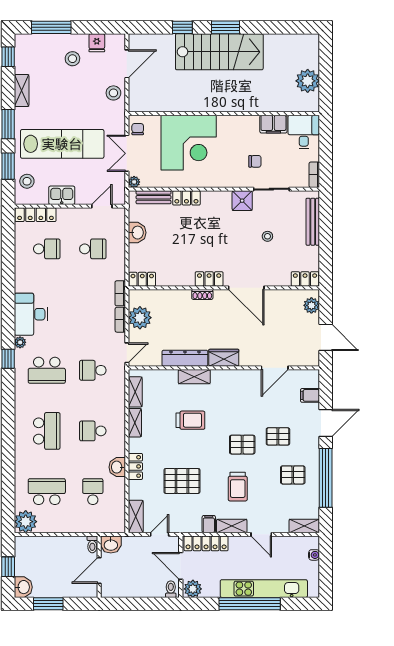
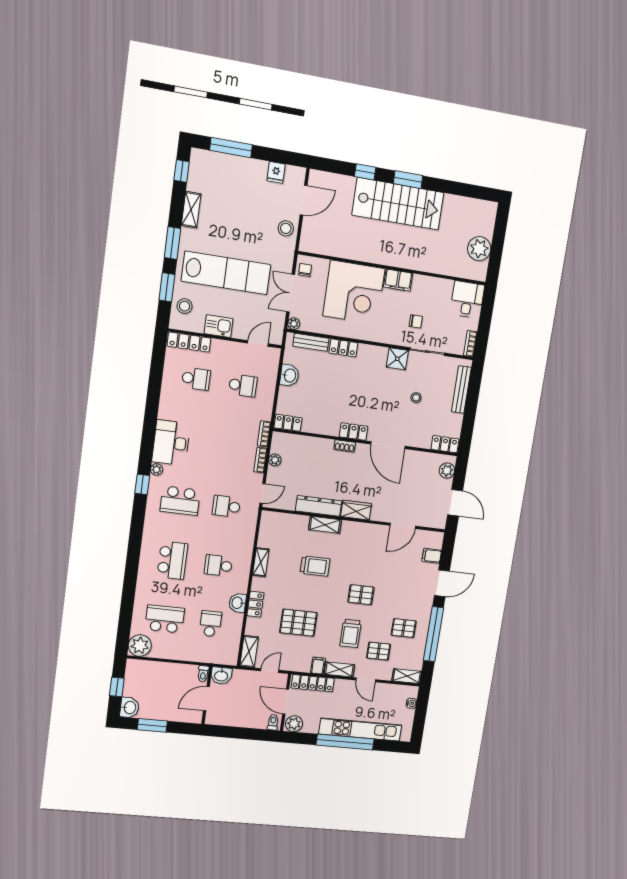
stool: (72, 59) -> (249, 185), removed
filing cabinet: (273, 124) -> (398, 280), moved
plant: (140, 318) -> (275, 460), width x0.53, depth x0.53
shelving: (135, 392) -> (265, 533), removed
pallet: (278, 436) -> (379, 651), moved

